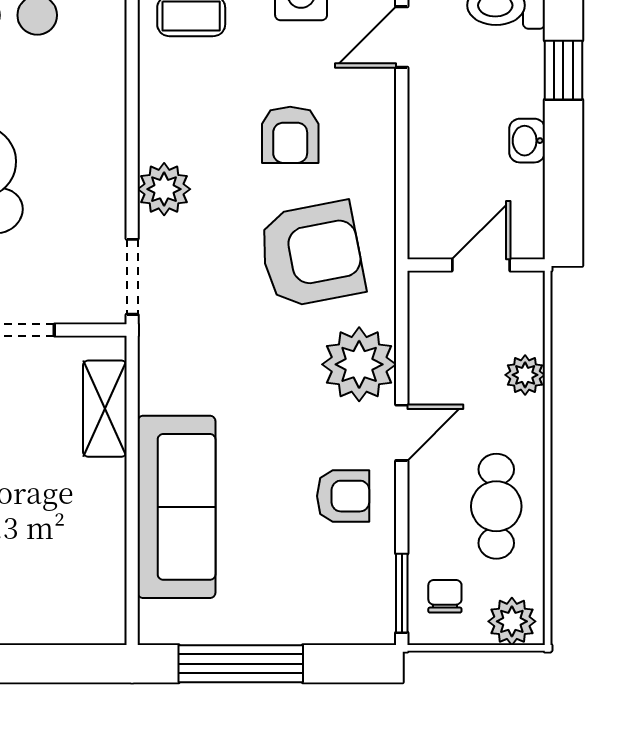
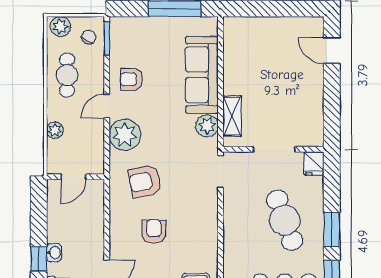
washbasin: (527, 141) -> (54, 253), moved
plant: (164, 189) -> (207, 126), moved
armchair: (311, 254) -> (145, 181), width x0.73, depth x0.73
chair: (445, 596) -> (89, 37), turned -152

